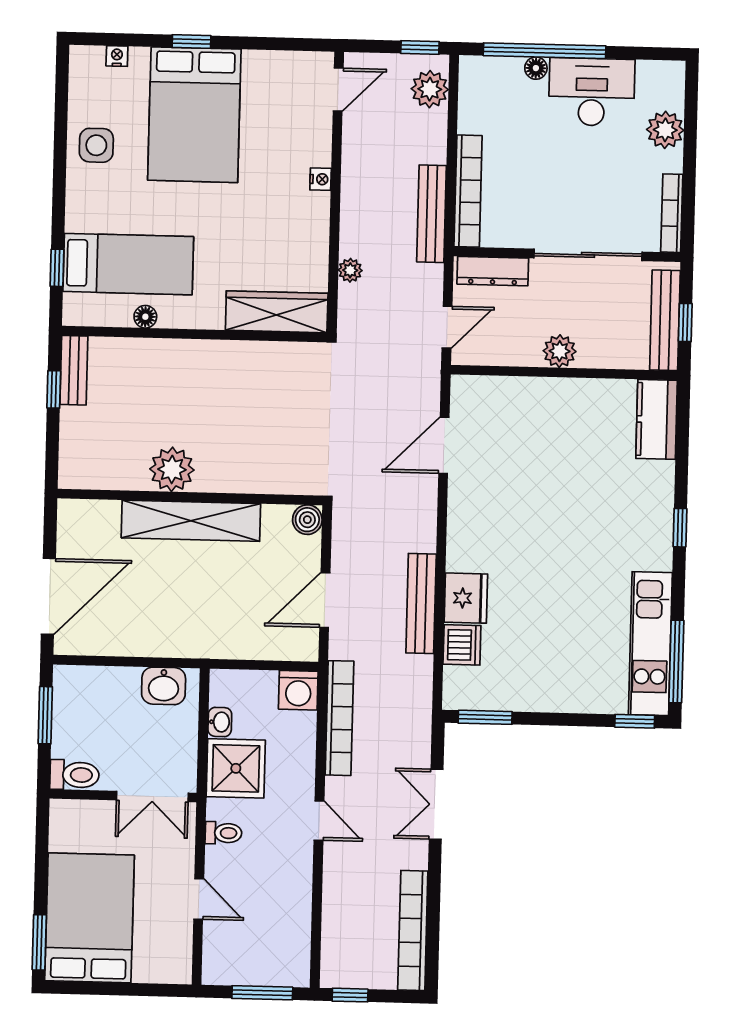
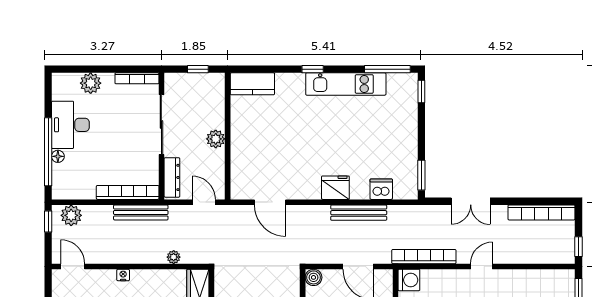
bench: (665, 320) -> (197, 81), removed
fridge: (466, 598) -> (335, 188), moved
kitchen unit: (650, 644) -> (346, 84), moved

